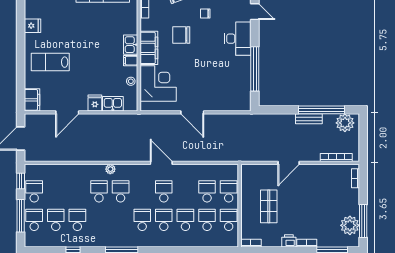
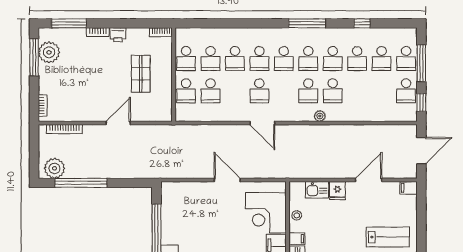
filing cabinet: (32, 100) -> (409, 188), width x0.50
bench: (309, 119) -> (95, 173), removed
school desk: (99, 220) -> (333, 58), added
school desk: (121, 220) -> (308, 58), added

